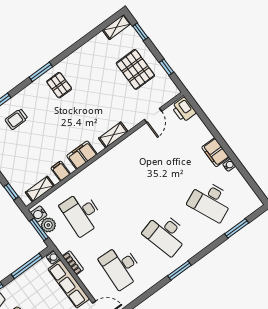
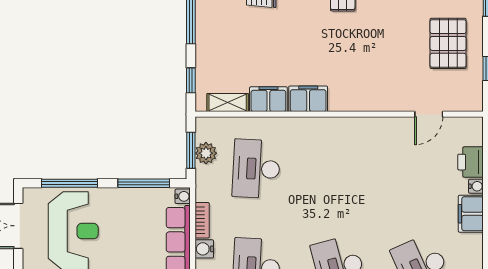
printer: (184, 110) -> (471, 162), moved
shelving: (113, 135) -> (364, 102), removed
water cooler: (229, 165) -> (476, 186), moved
filing cabinet: (61, 171) -> (268, 99), width x2.00
water cooler: (39, 214) -> (204, 249), moved

